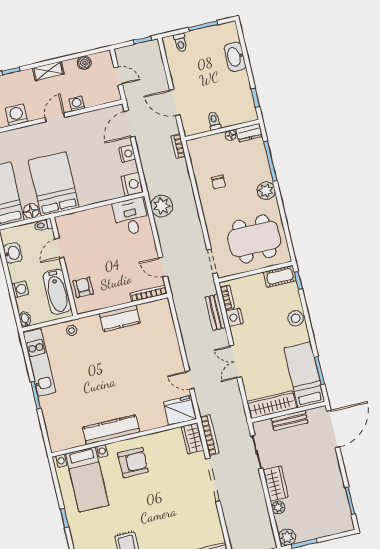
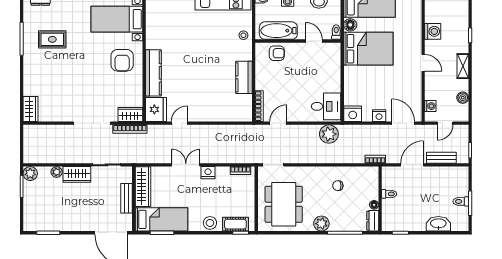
toilet: (180, 43) -> (461, 201), moved
washing machine: (77, 104) -> (430, 106), moved
cot: (280, 276) -> (235, 224), moved, turned 90
bench: (215, 312) -> (441, 158), moved
nightstand: (235, 317) -> (208, 173), moved
kitchen counter: (111, 430) -> (153, 73), moved

